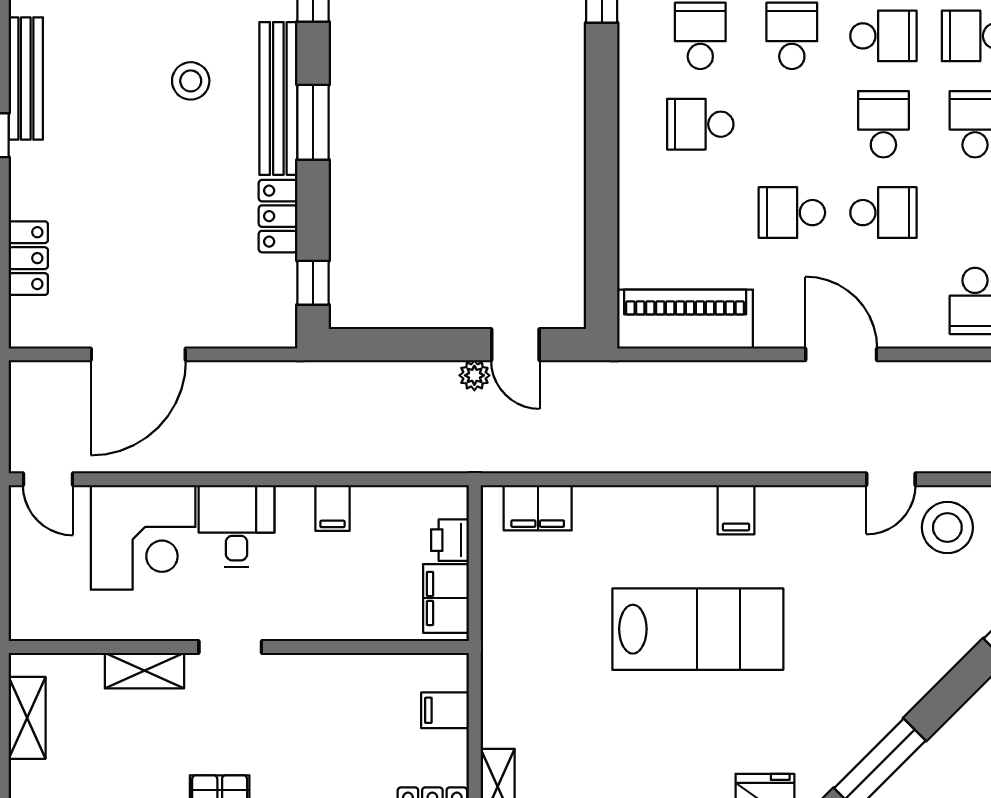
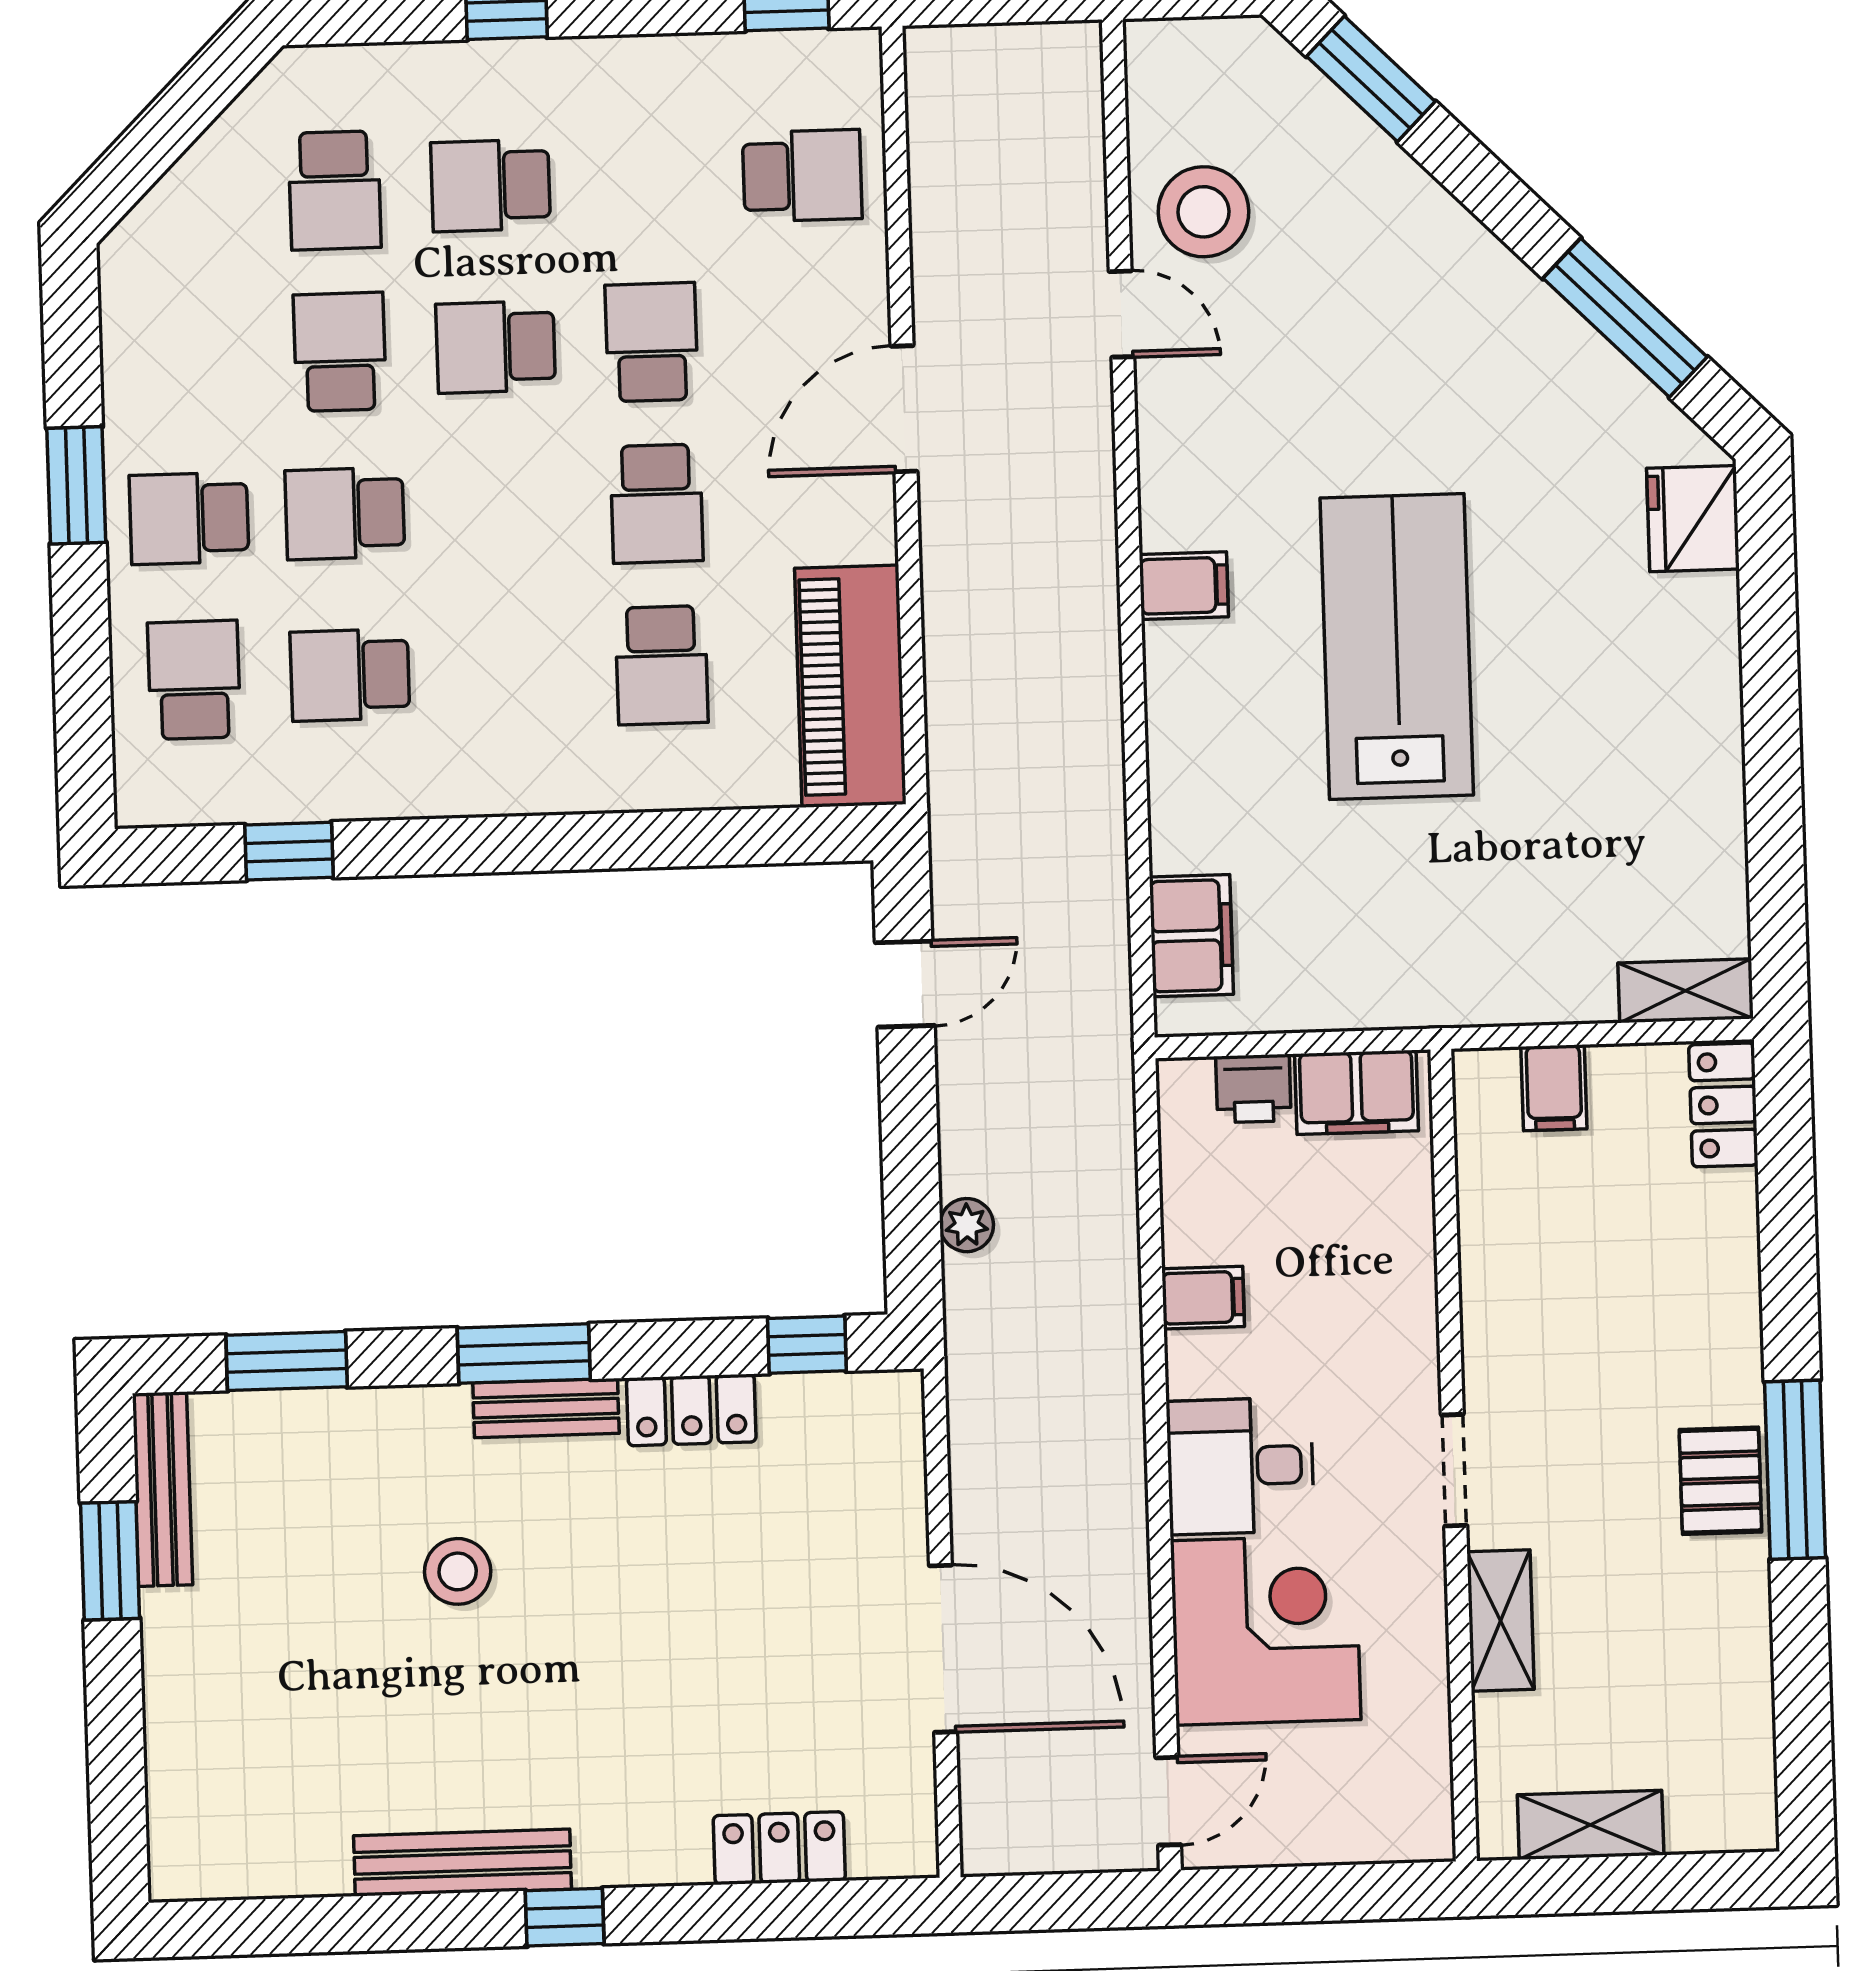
bench: (278, 98) -> (546, 1408), width x0.54, depth x0.82
school desk: (700, 124) -> (662, 665), moved
plant: (474, 375) -> (967, 1225), moved

